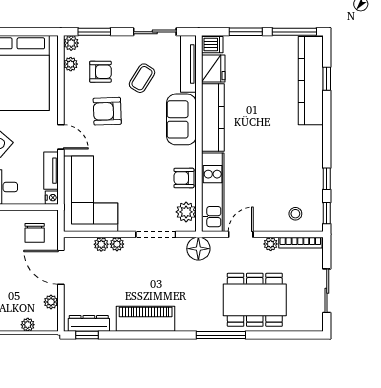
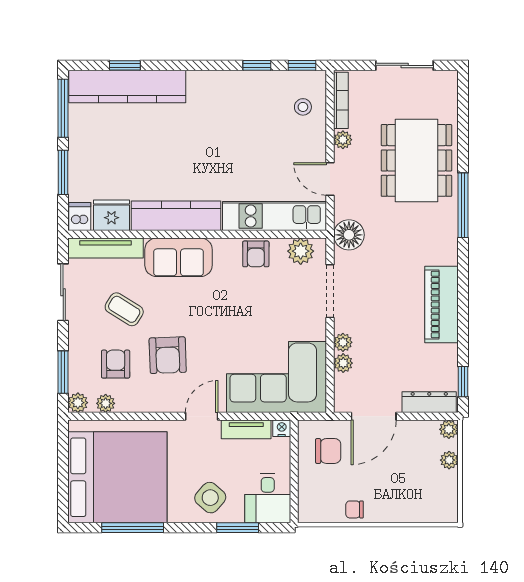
plant: (51, 302) -> (449, 429), moved
dresser: (89, 323) -> (429, 402), moved, turned 90

